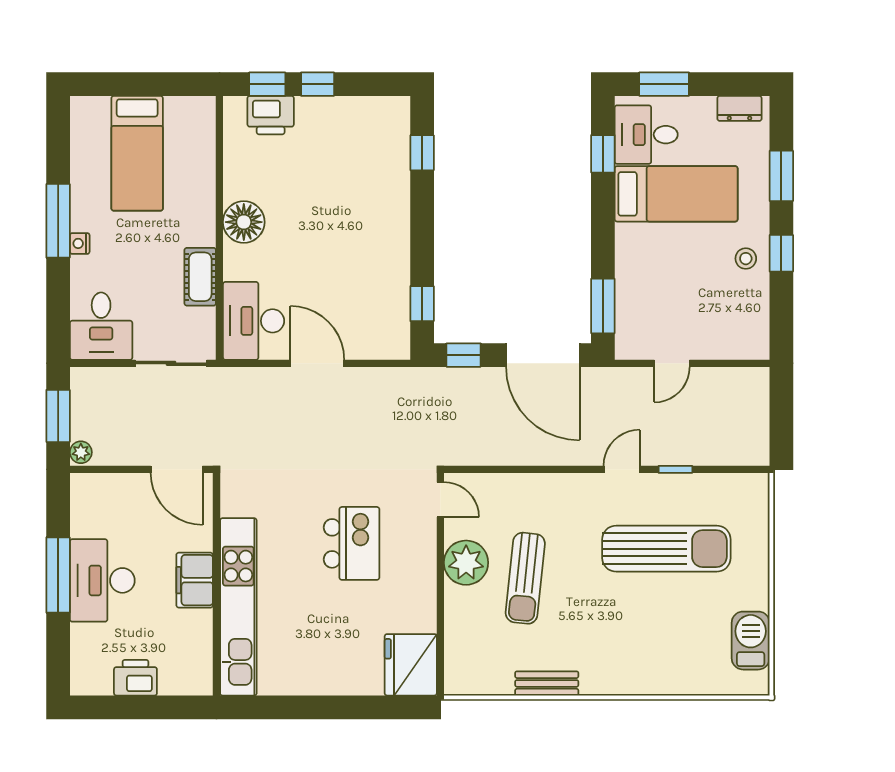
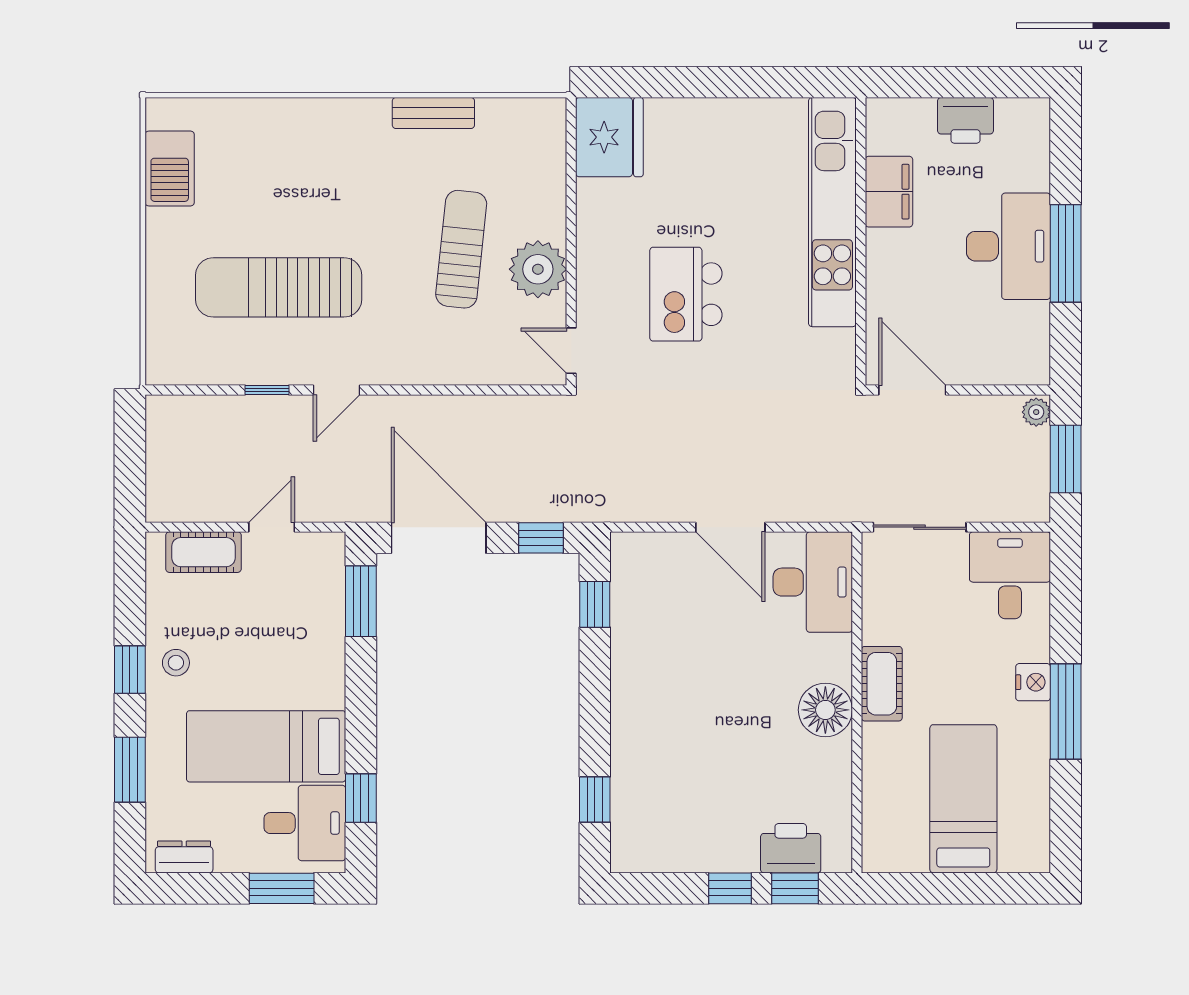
nightstand: (80, 243) -> (1033, 682), width x1.39, depth x1.35
cot: (200, 277) -> (882, 684), moved
cot: (724, 344) -> (203, 552), added
filing cabinet: (195, 580) -> (889, 192), moved

